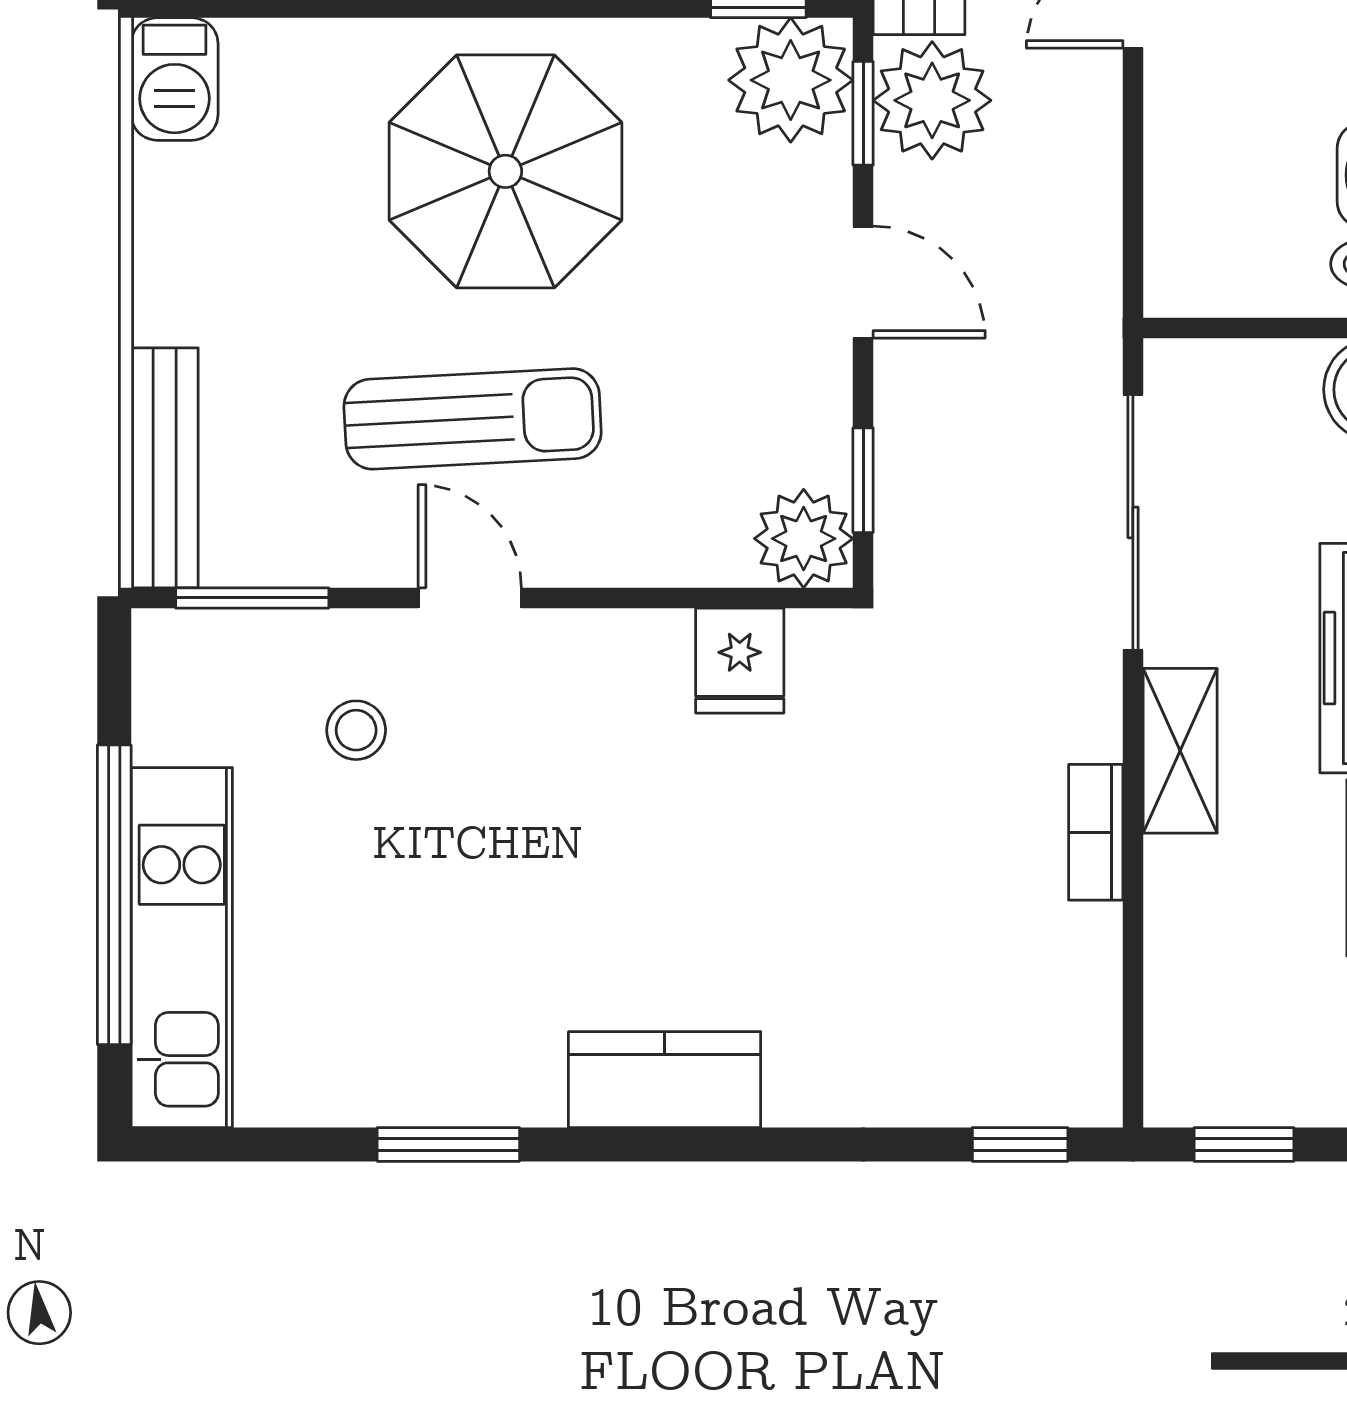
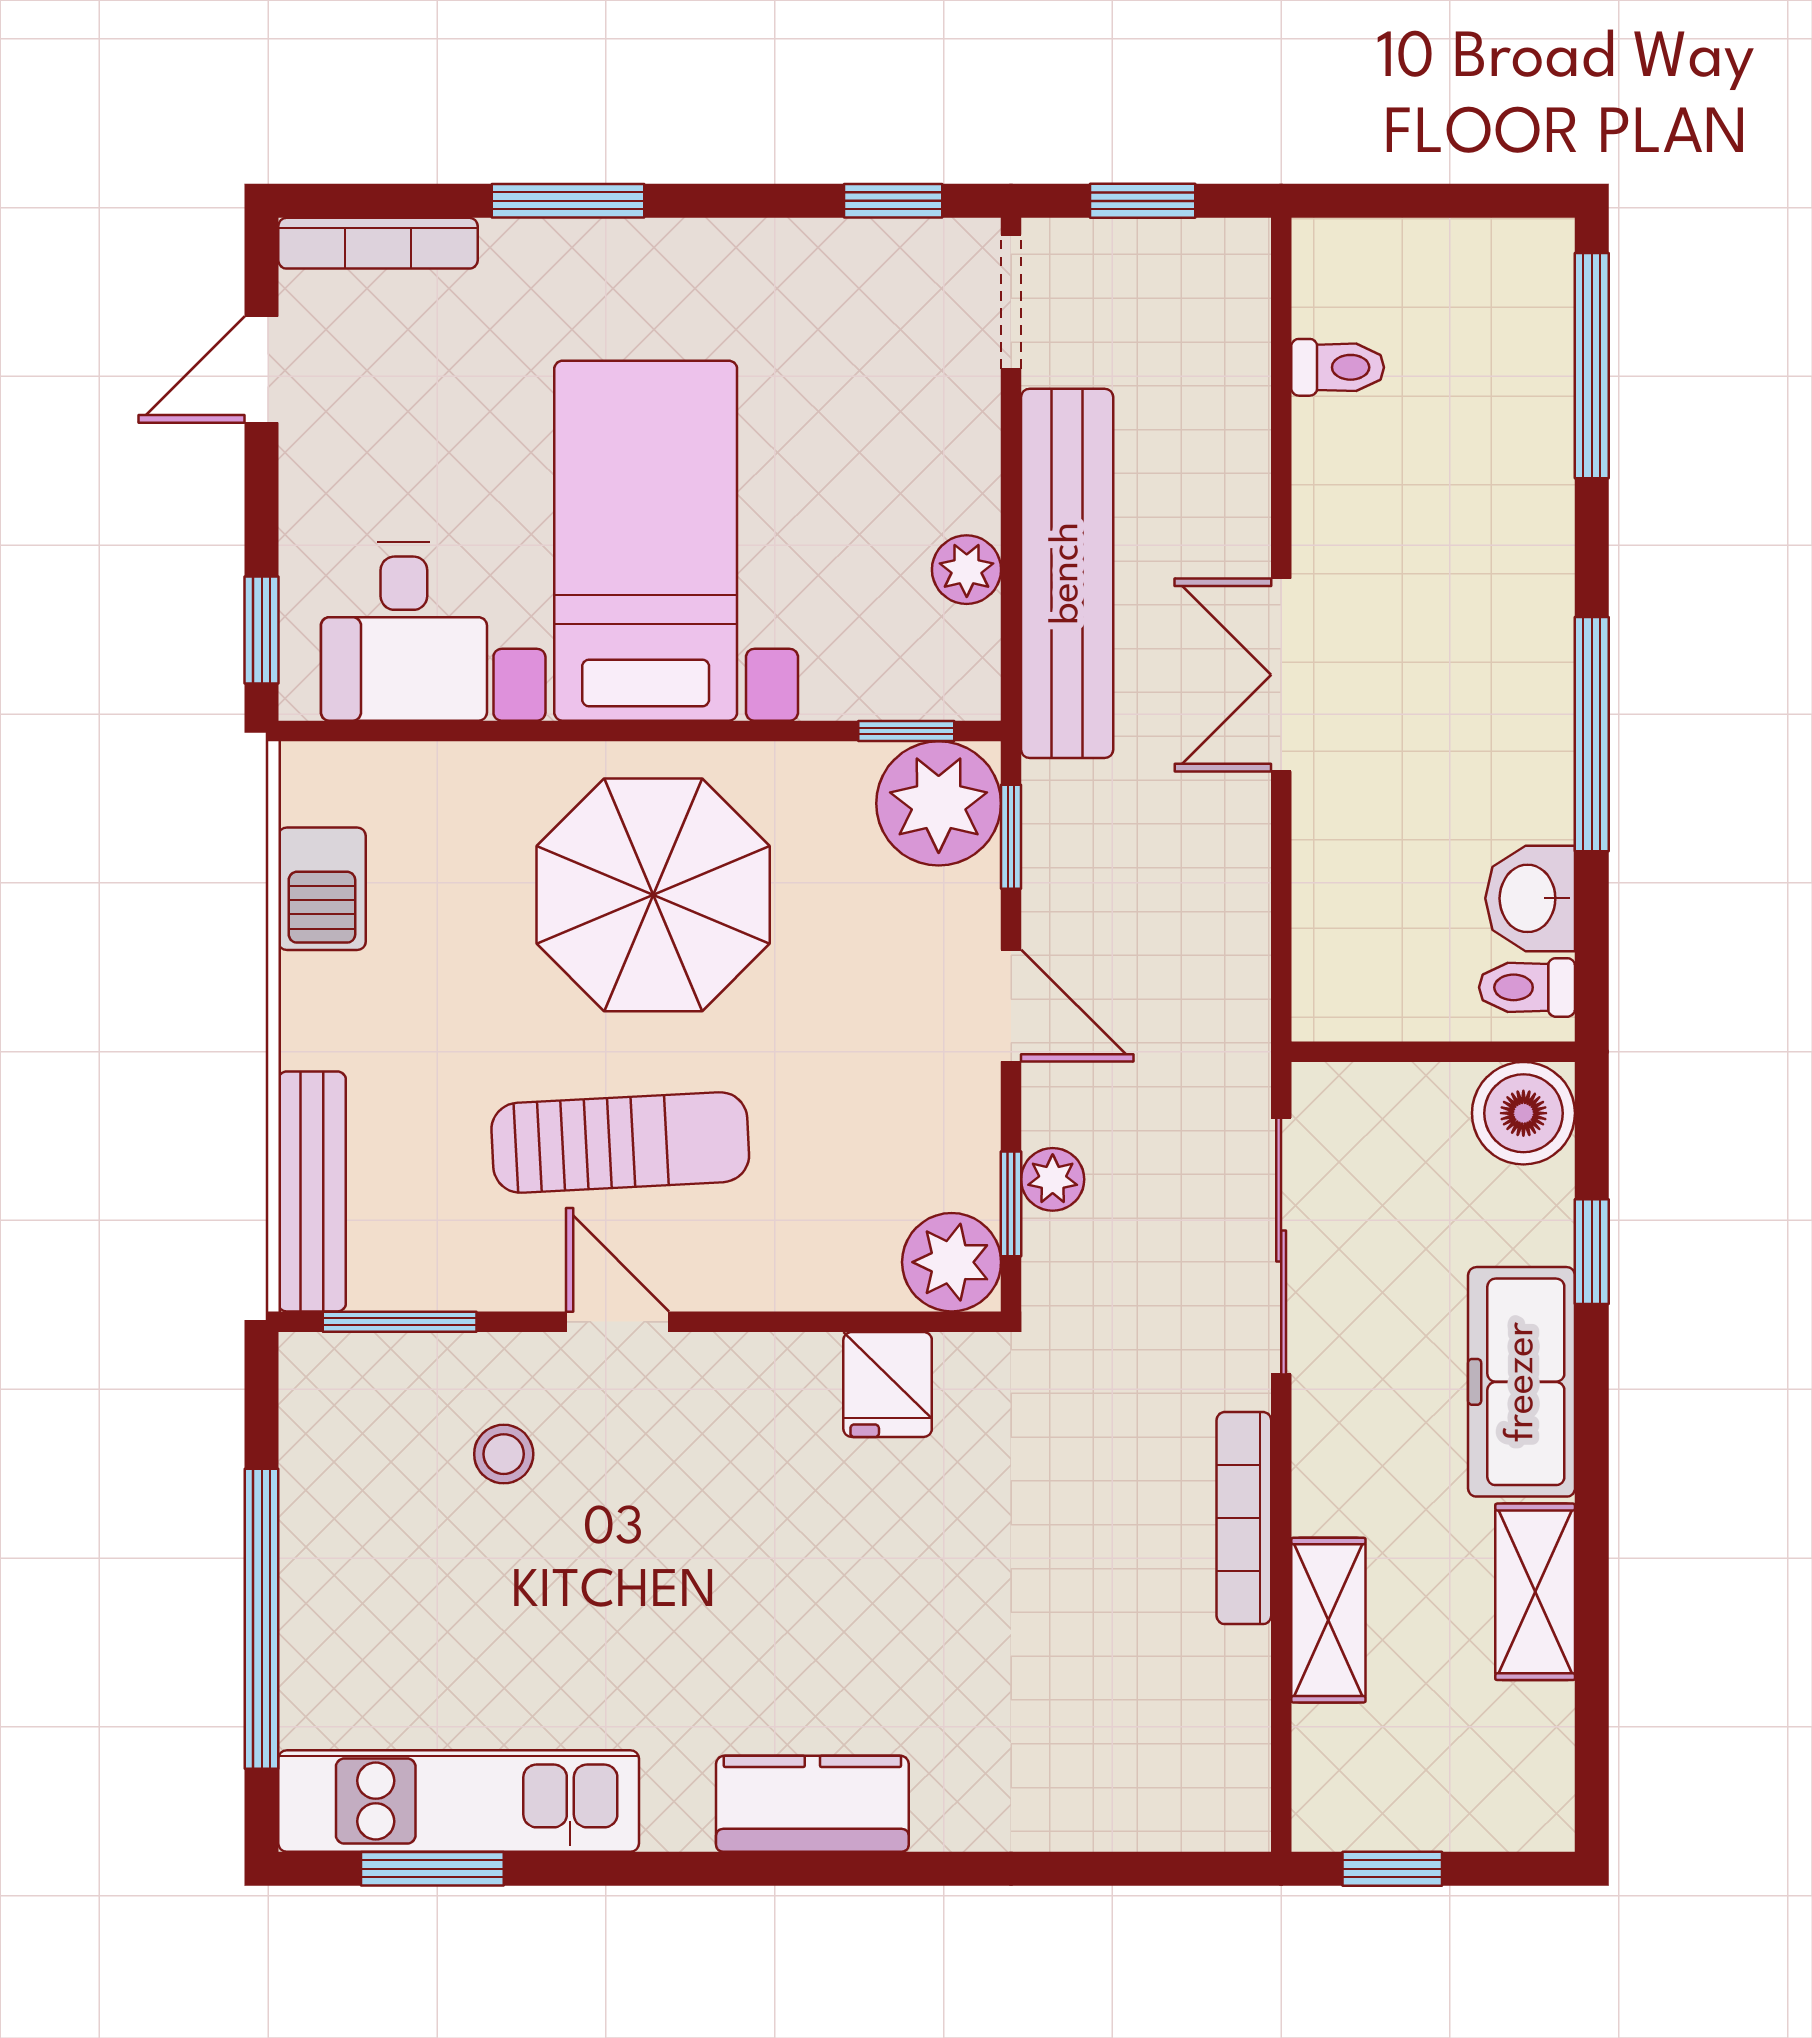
barbecue: (175, 79) -> (322, 889), moved
plant: (932, 100) -> (1053, 1179), moved, width x0.53, depth x0.53
shelving: (1180, 751) -> (1328, 1620), moved
bookcase: (1096, 832) -> (1244, 1518), width x1.56
kitchen unit: (182, 948) -> (459, 1801), moved, turned -90
window: (448, 1144) -> (432, 1869), moved
window: (1020, 1144) -> (1168, 1869), removed

